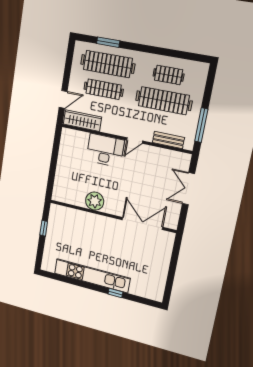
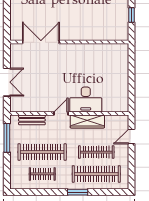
window: (108, 42) -> (78, 192), moved
wardrobe: (82, 120) -> (87, 121), moved
plant: (95, 201) -> (87, 52), removed
double door: (142, 223) -> (41, 42), swing flipped

